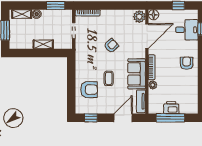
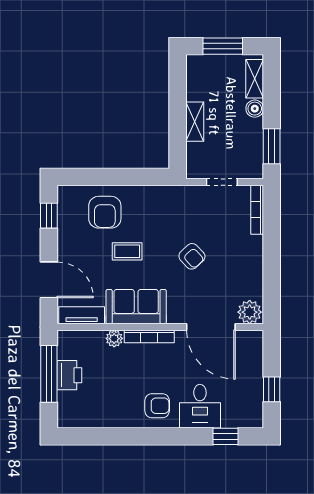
floor lamp: (154, 15) -> (253, 340), removed
desk: (187, 30) -> (200, 406), moved

